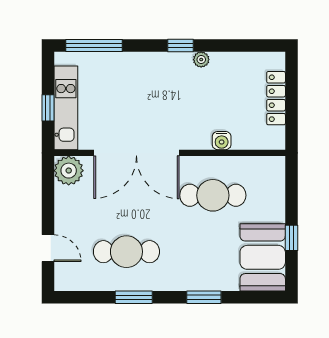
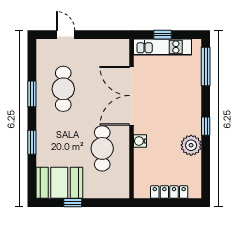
plant: (201, 60) -> (191, 145), width x1.88, depth x1.88
water cooler: (222, 141) -> (140, 141), moved
plant: (69, 171) -> (119, 49), removed
door: (48, 248) -> (66, 35), swing flipped

